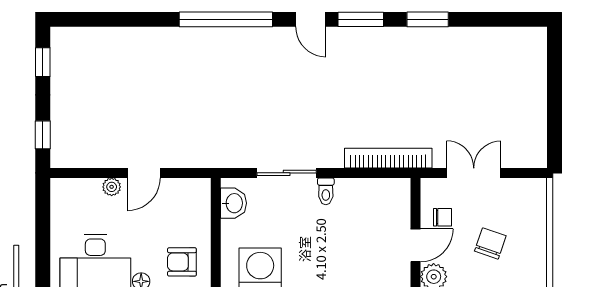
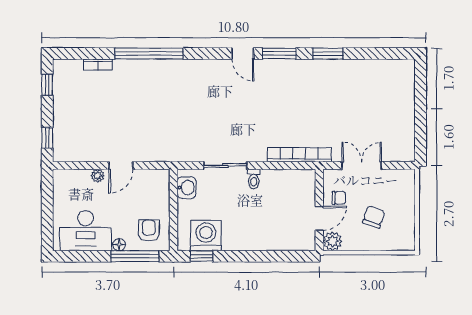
window: (226, 19) -> (149, 54), moved
bookcase: (112, 34) -> (98, 65), added
armchair: (182, 262) -> (149, 230), turned 90

